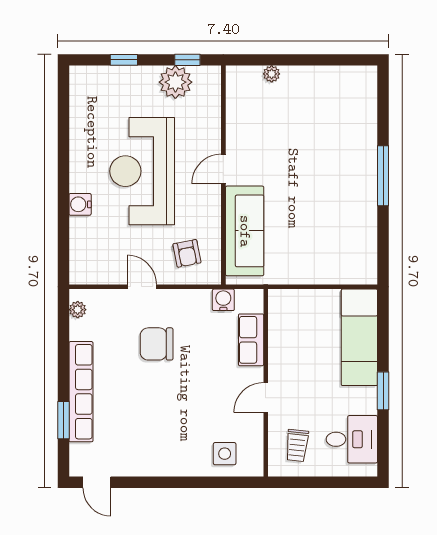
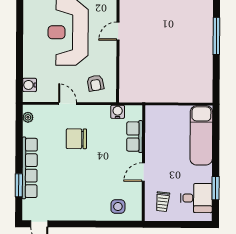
water cooler: (80, 204) -> (30, 85), moved
sofa: (245, 231) -> (131, 69), removed
window: (383, 391) -> (216, 188), moved

